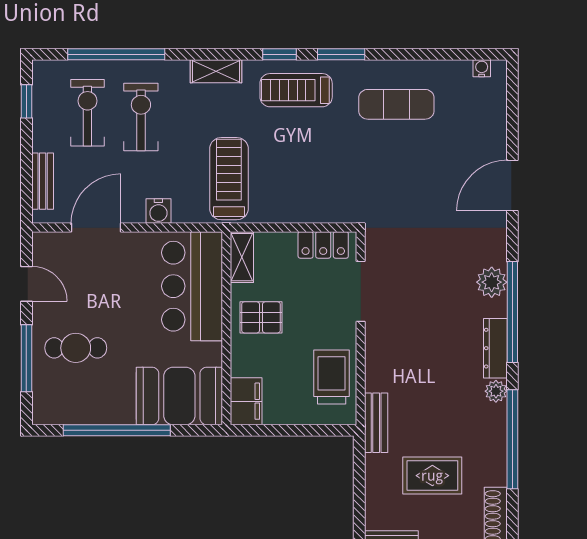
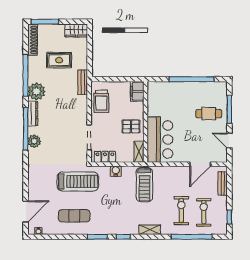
treadmill: (296, 90) -> (78, 182), moved, width x1.37, depth x1.38
exercise bike: (87, 113) -> (204, 212), turned 180
exercise bike: (141, 117) -> (181, 210), turned 180
door: (512, 185) -> (26, 211), moved
water cooler: (158, 211) -> (116, 171), moved
plant: (496, 391) -> (37, 91), width x1.87, depth x1.87
booth: (179, 396) -> (165, 94), removed

